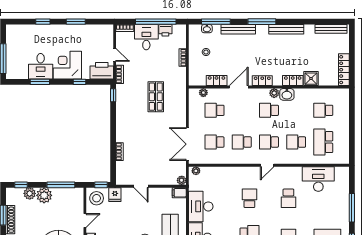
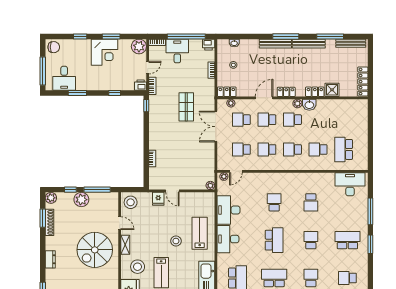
window: (216, 22) -> (330, 36), moved
bench: (238, 29) -> (275, 44), moved
printer: (165, 30) -> (209, 45), moved
plant: (105, 32) -> (139, 46), added
chair: (15, 33) -> (54, 47), added
door: (115, 55) -> (148, 68), hinge flipped
corner desk: (67, 65) -> (104, 52), moved, turned 180
desk: (41, 66) -> (64, 78), moved
printer: (102, 71) -> (141, 85), width x0.53, depth x0.68
locker: (217, 81) -> (227, 92), moved
school desk: (323, 110) -> (267, 120), moved
double door: (187, 144) -> (216, 127), moved
door: (267, 165) -> (236, 171), moved
desk: (318, 179) -> (350, 184), moved
window: (21, 185) -> (70, 190), moved
window: (101, 185) -> (135, 190), removed
plant: (30, 193) -> (51, 198), moved
filing cabinet: (179, 193) -> (208, 197), removed
fridge: (115, 195) -> (158, 199), moved
door: (85, 220) -> (120, 223), hinge flipped

